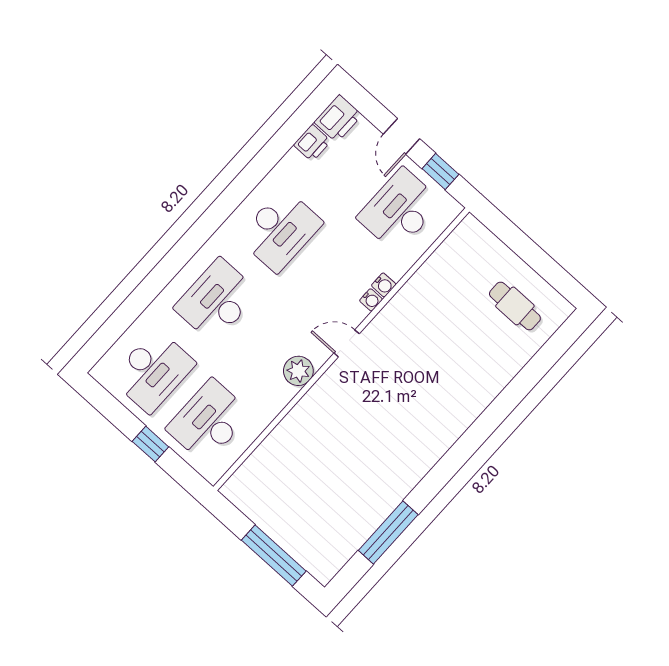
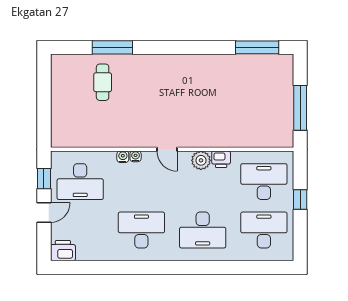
printer: (312, 143) -> (221, 159), moved, turned 180
cafe table: (515, 306) -> (103, 82), moved
window: (520, 386) -> (112, 47), added
desk: (209, 421) -> (264, 182), turned 180
window: (388, 532) -> (257, 47), moved
window: (274, 556) -> (300, 108), moved

